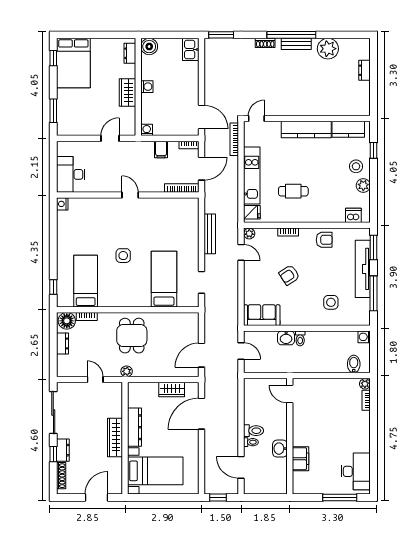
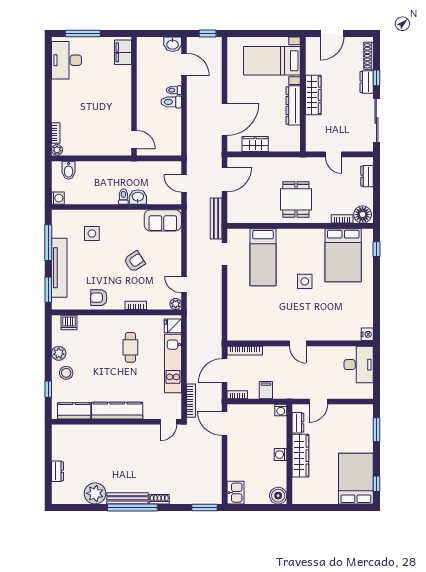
bench: (296, 44) -> (127, 498), width x1.36
dresser: (130, 53) -> (298, 423), moved
wardrobe: (128, 92) -> (300, 456), width x1.50
cafe table: (293, 191) -> (130, 347), turned 90
bench: (210, 234) -> (216, 218), moved
bed: (86, 281) -> (343, 255), width x1.50
dresser: (62, 344) -> (367, 176), moved
plant: (127, 371) -> (301, 163), removed
washbasin: (280, 449) -> (173, 44), moved, turned 90
filing cabinet: (301, 459) -> (123, 52), moved

